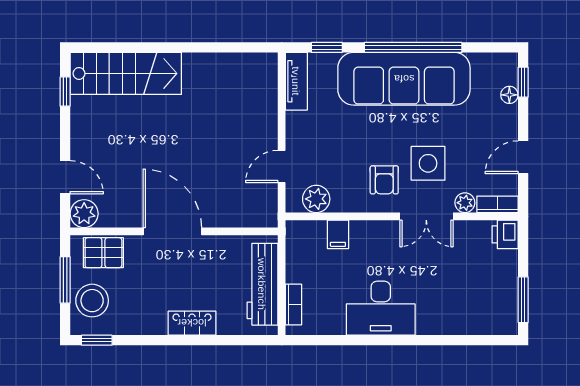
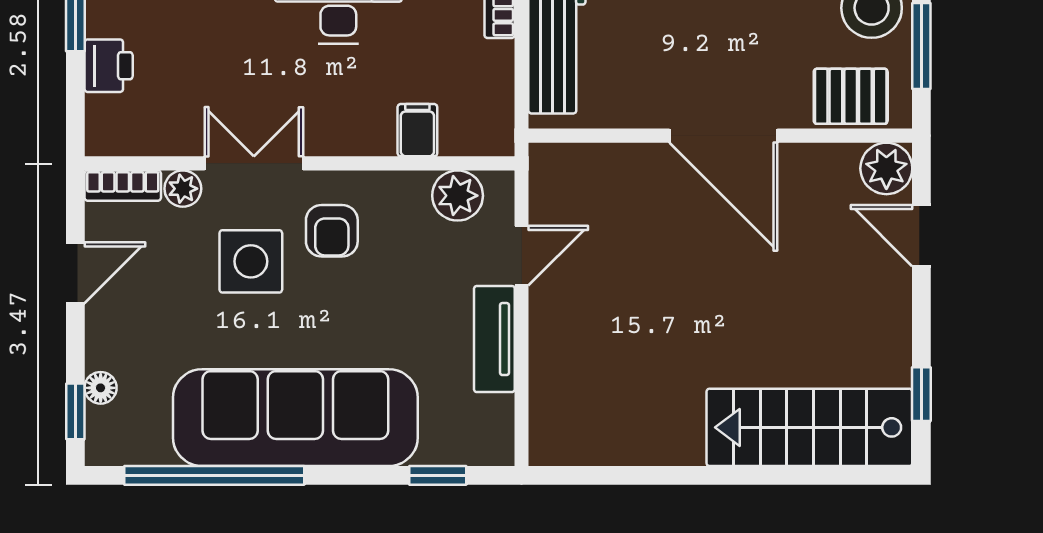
window: (413, 47) -> (214, 475), moved
tv unit: (296, 81) -> (494, 339), moved
armchair: (384, 180) -> (332, 231), turned 180
printer: (505, 234) -> (109, 66), moved

